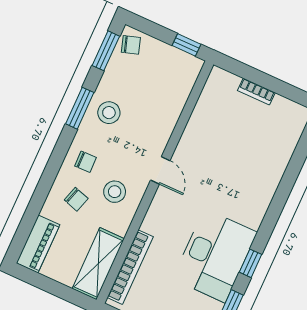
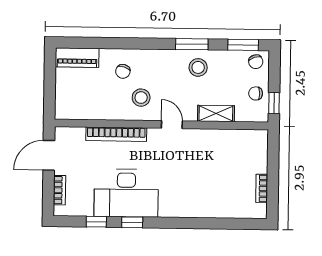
bookcase: (256, 92) -> (262, 188), moved
chair: (85, 162) -> (256, 93), moved, turned 91
door: (160, 170) -> (172, 125), swing flipped
shelving: (98, 264) -> (216, 113), moved, width x0.67, depth x0.75
bookcase: (130, 267) -> (116, 134), moved

